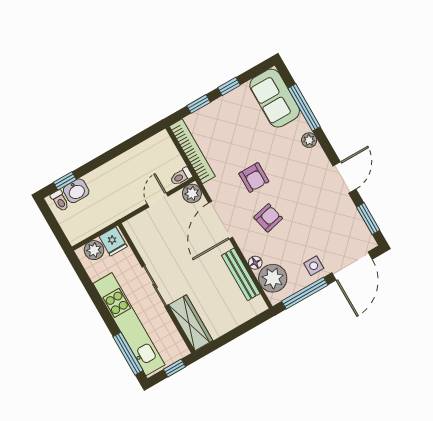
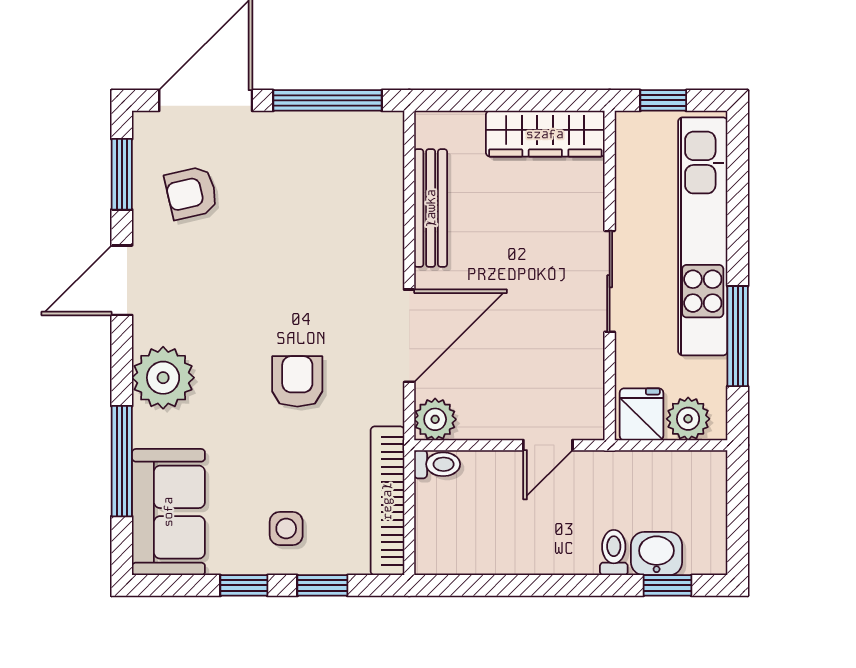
plant: (309, 140) -> (163, 378), width x1.87, depth x1.87
door: (158, 200) -> (548, 445), moved
toilet: (60, 201) -> (614, 553), moved
armchair: (268, 218) -> (191, 193), moved
floor lamp: (255, 263) -> (389, 215), removed
side table: (314, 266) -> (286, 529), moved
plant: (273, 278) -> (373, 165), removed
wardrobe: (191, 323) -> (545, 134), moved, turned -90
window: (128, 354) -> (738, 336), moved

